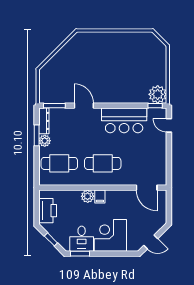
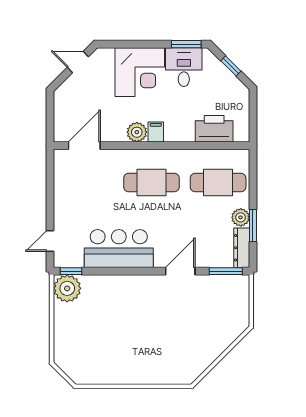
door: (84, 106) -> (180, 271), swing flipped
door: (169, 125) -> (50, 241), swing flipped
door: (147, 188) -> (84, 146), hinge flipped
plant: (88, 196) -> (137, 132), moved
printer: (48, 211) -> (214, 129), moved, turned 90

